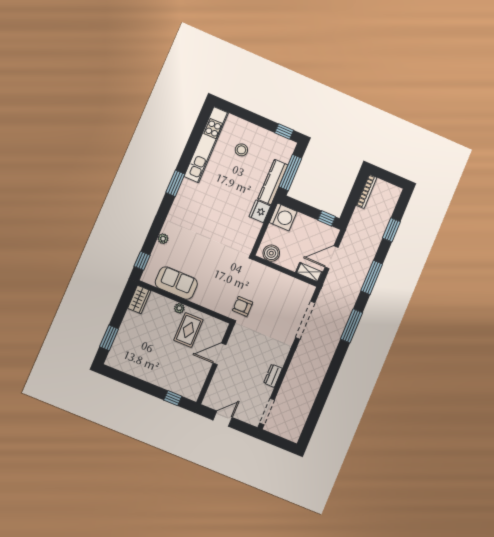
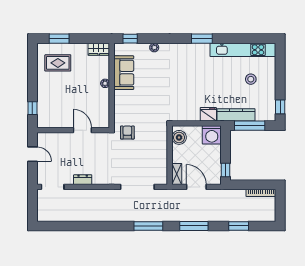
rug: (188, 330) -> (58, 63), moved

